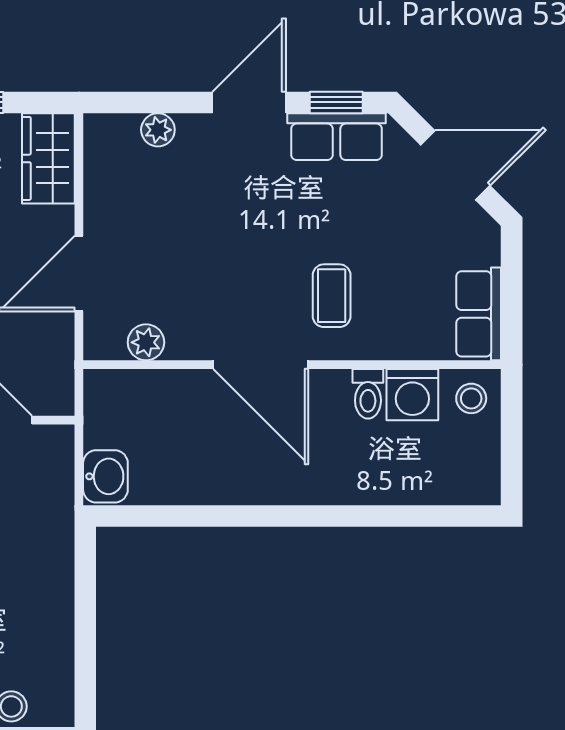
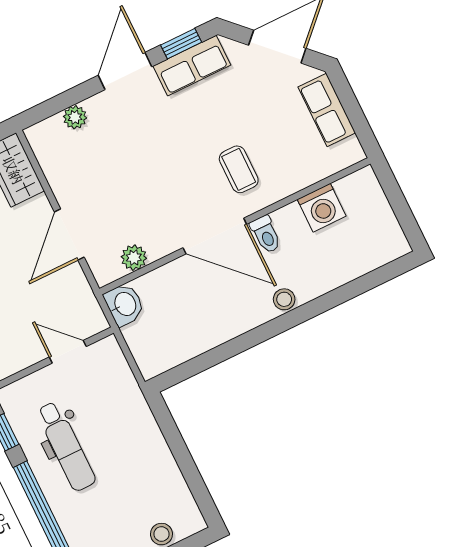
row of seats: (479, 314) -> (327, 110), moved
toilet: (368, 394) -> (266, 234), moved
stool: (471, 398) -> (284, 299), moved
washbasin: (105, 476) -> (124, 304), moved

